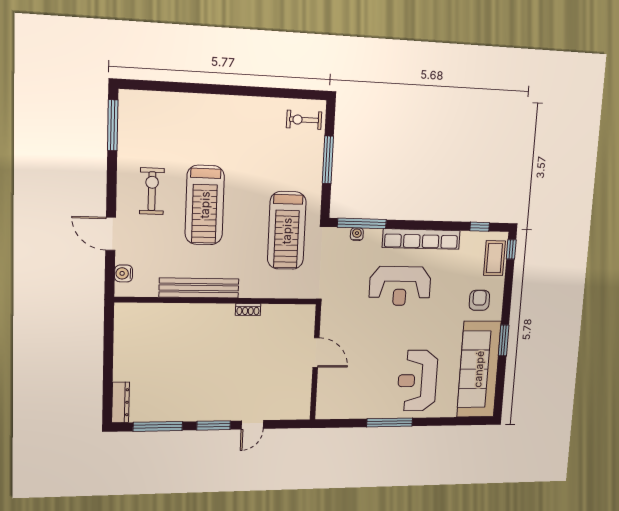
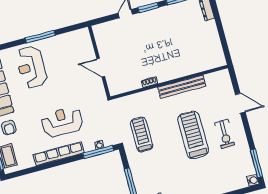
window: (480, 227) -> (24, 172), removed
treadmill: (287, 231) -> (142, 135), width x0.73, depth x0.73
water cooler: (124, 273) -> (253, 180), moved
reception desk: (417, 381) -> (31, 67), turned 180

